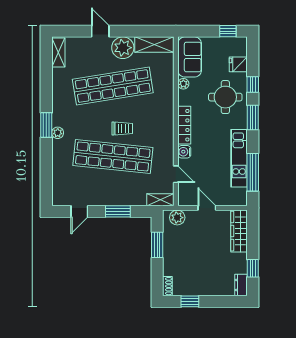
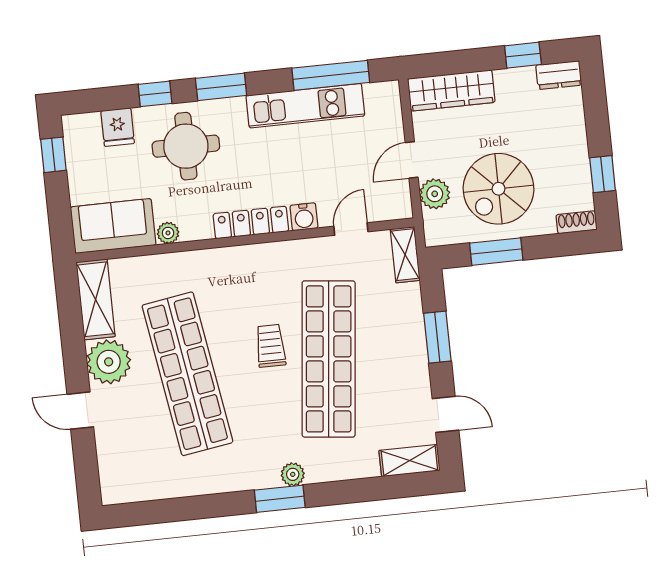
door: (100, 31) -> (80, 411), hinge flipped
shelving: (58, 52) -> (409, 461), moved
plant: (177, 218) -> (435, 194), moved
spiral stairs: (188, 249) -> (499, 189), added

